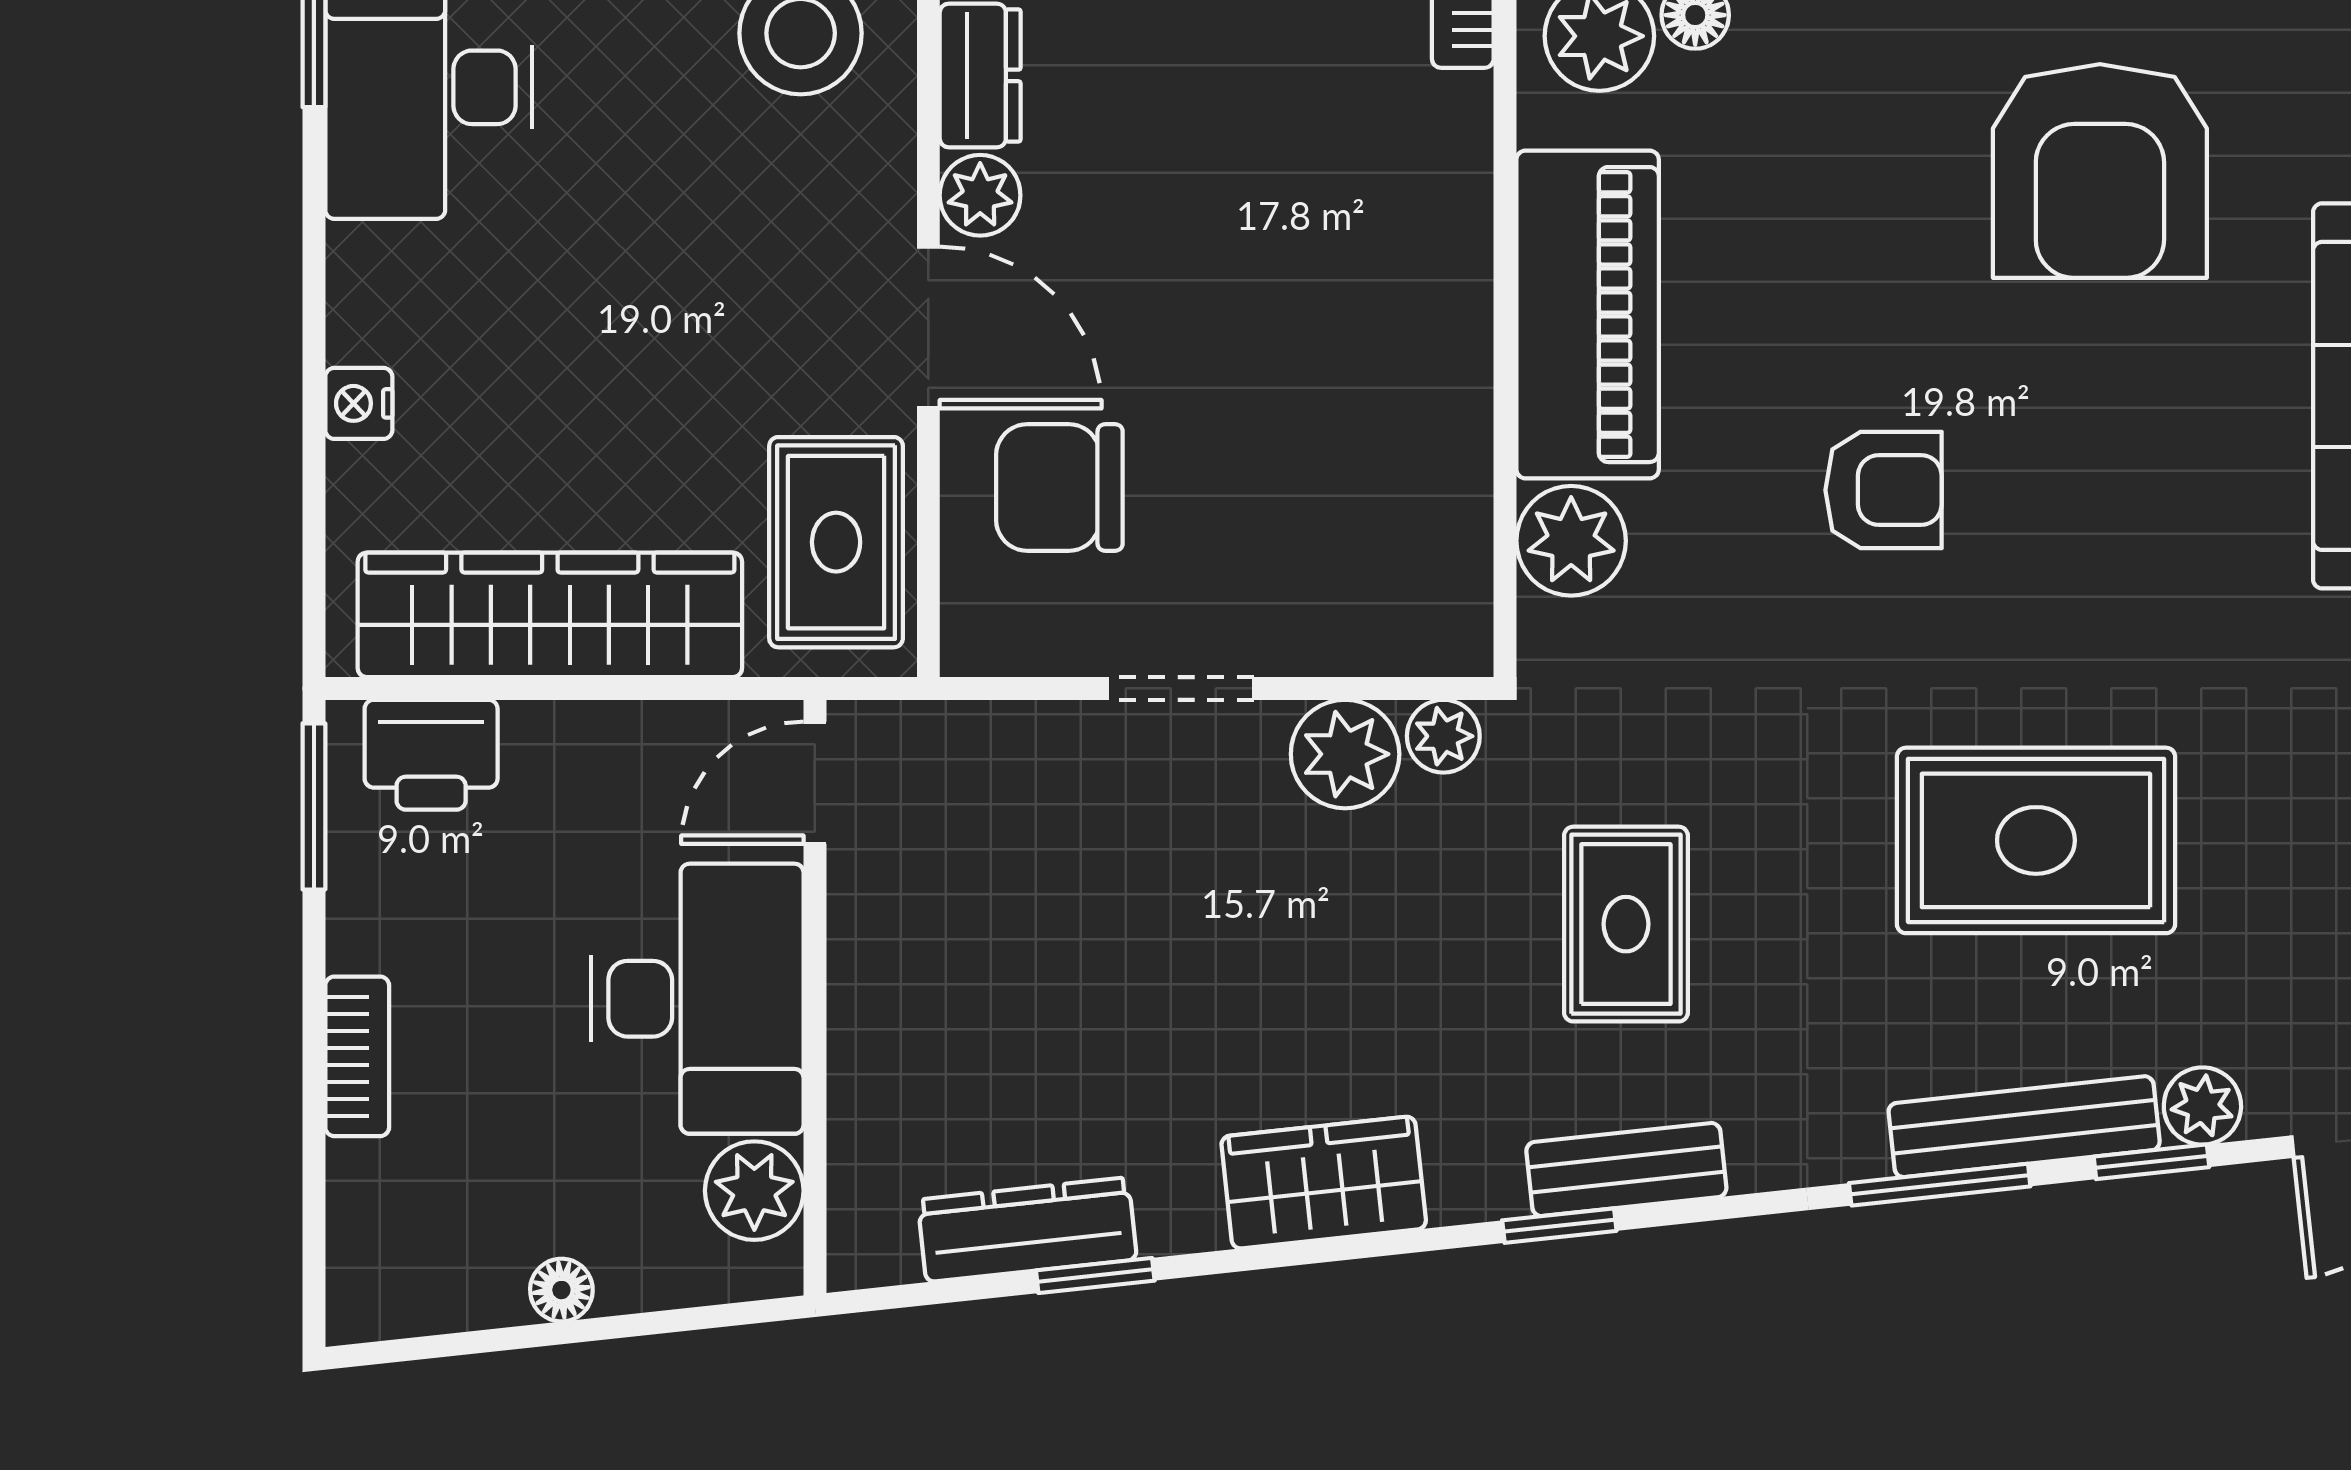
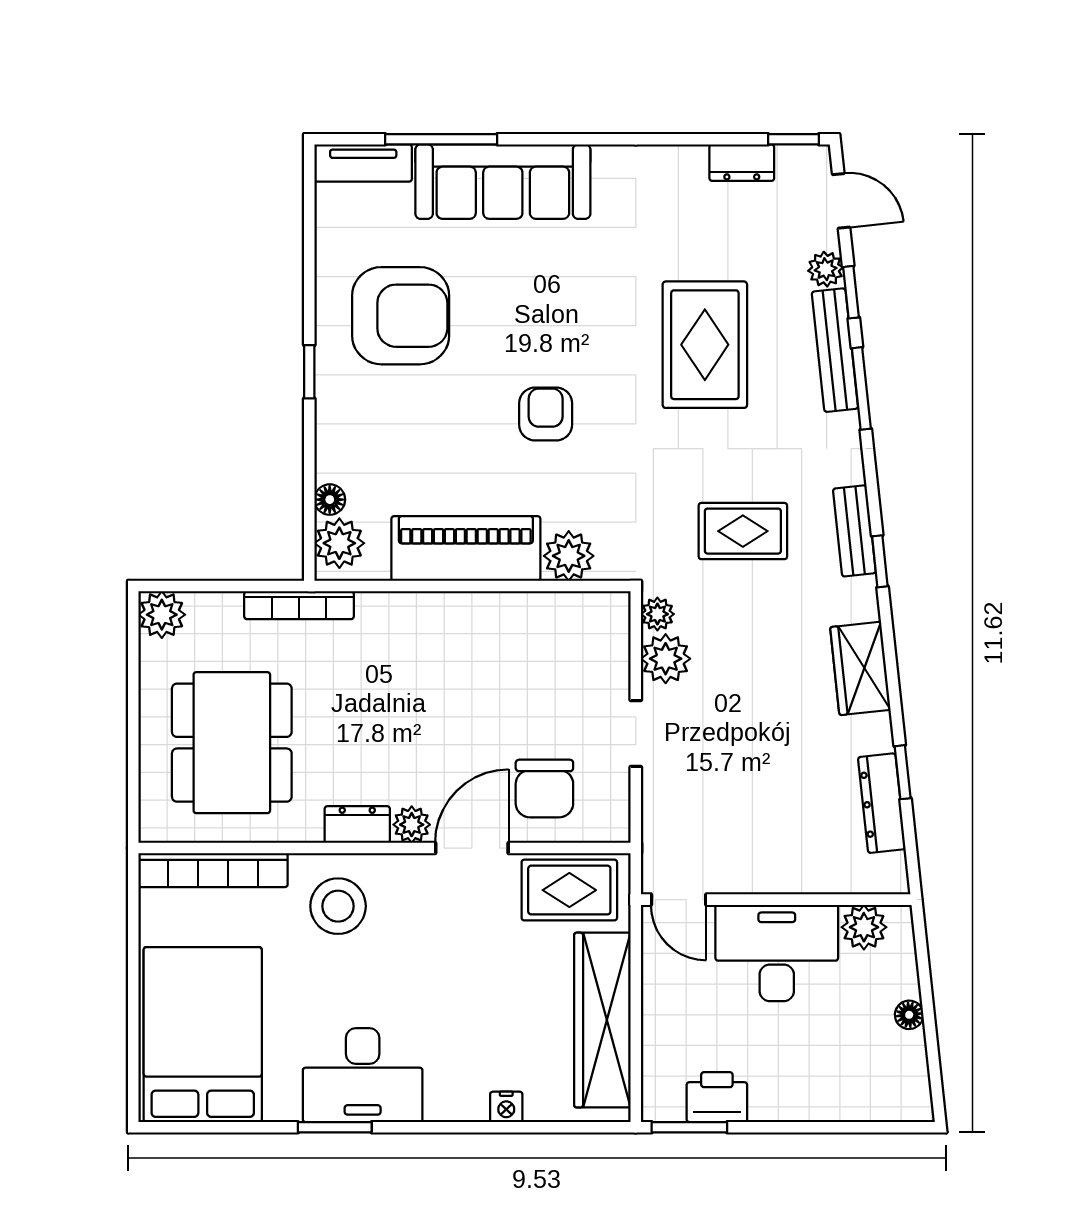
printer: (431, 755) -> (717, 1097), moved, turned -90
bookcase: (357, 1056) -> (803, 1108), removed

